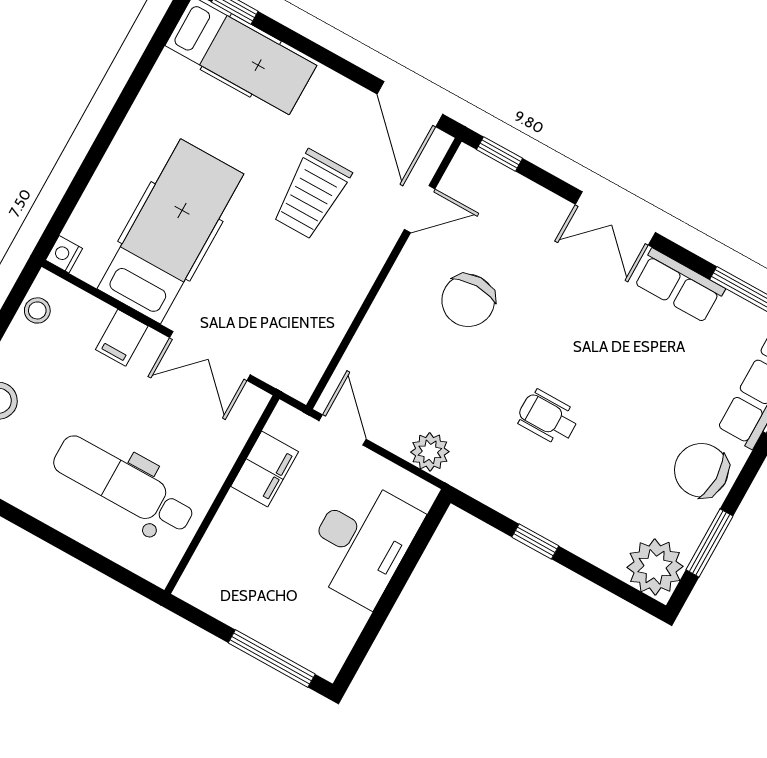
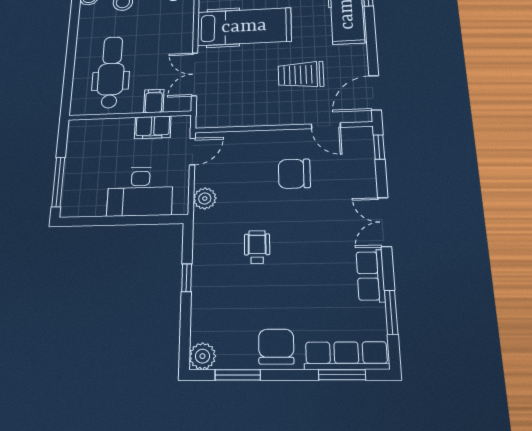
filing cabinet: (122, 338) -> (154, 101), moved, turned 90
plant: (655, 567) -> (202, 356), width x0.73, depth x0.73

